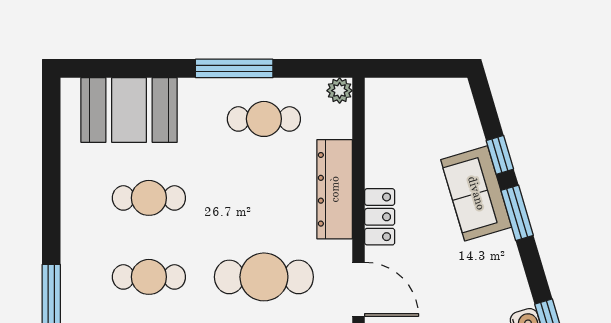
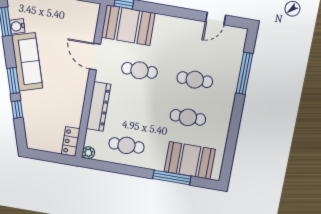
window: (234, 68) -> (172, 177), moved
sofa: (476, 193) -> (27, 62), moved, width x1.36
locker: (380, 217) -> (71, 142), moved
cafe table: (264, 277) -> (139, 70), width x0.73, depth x0.74

